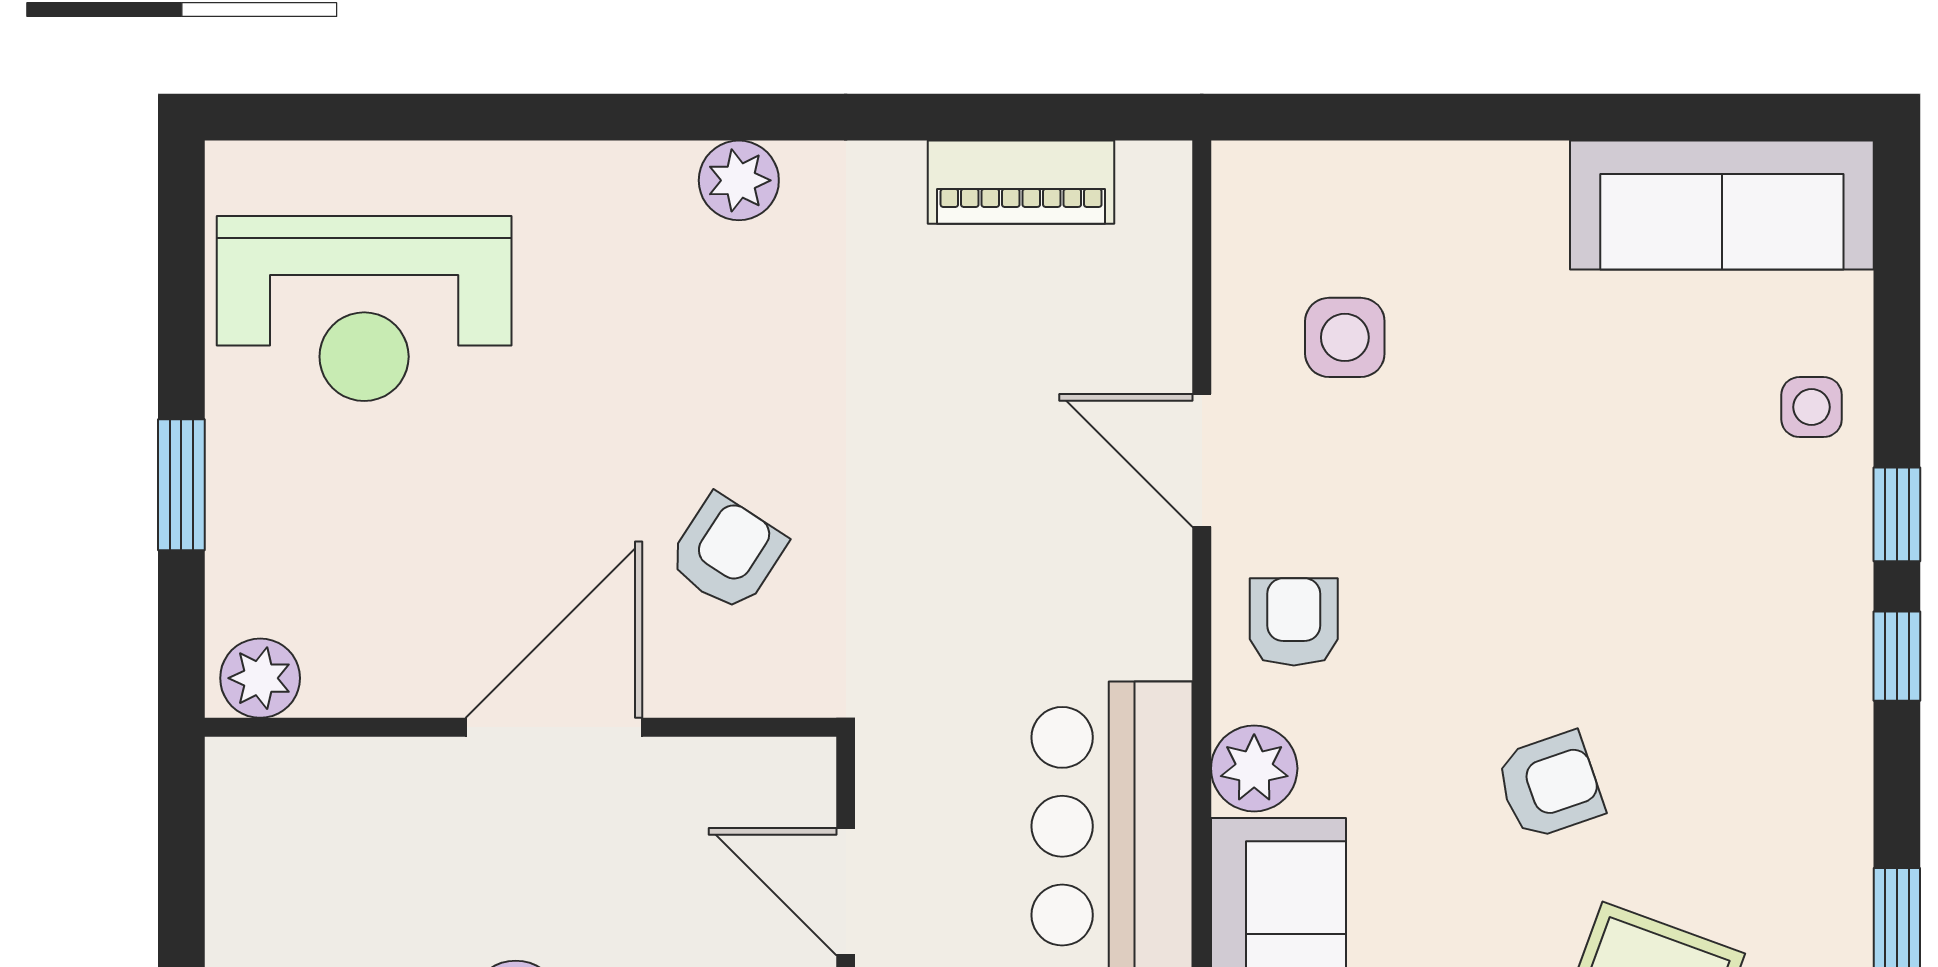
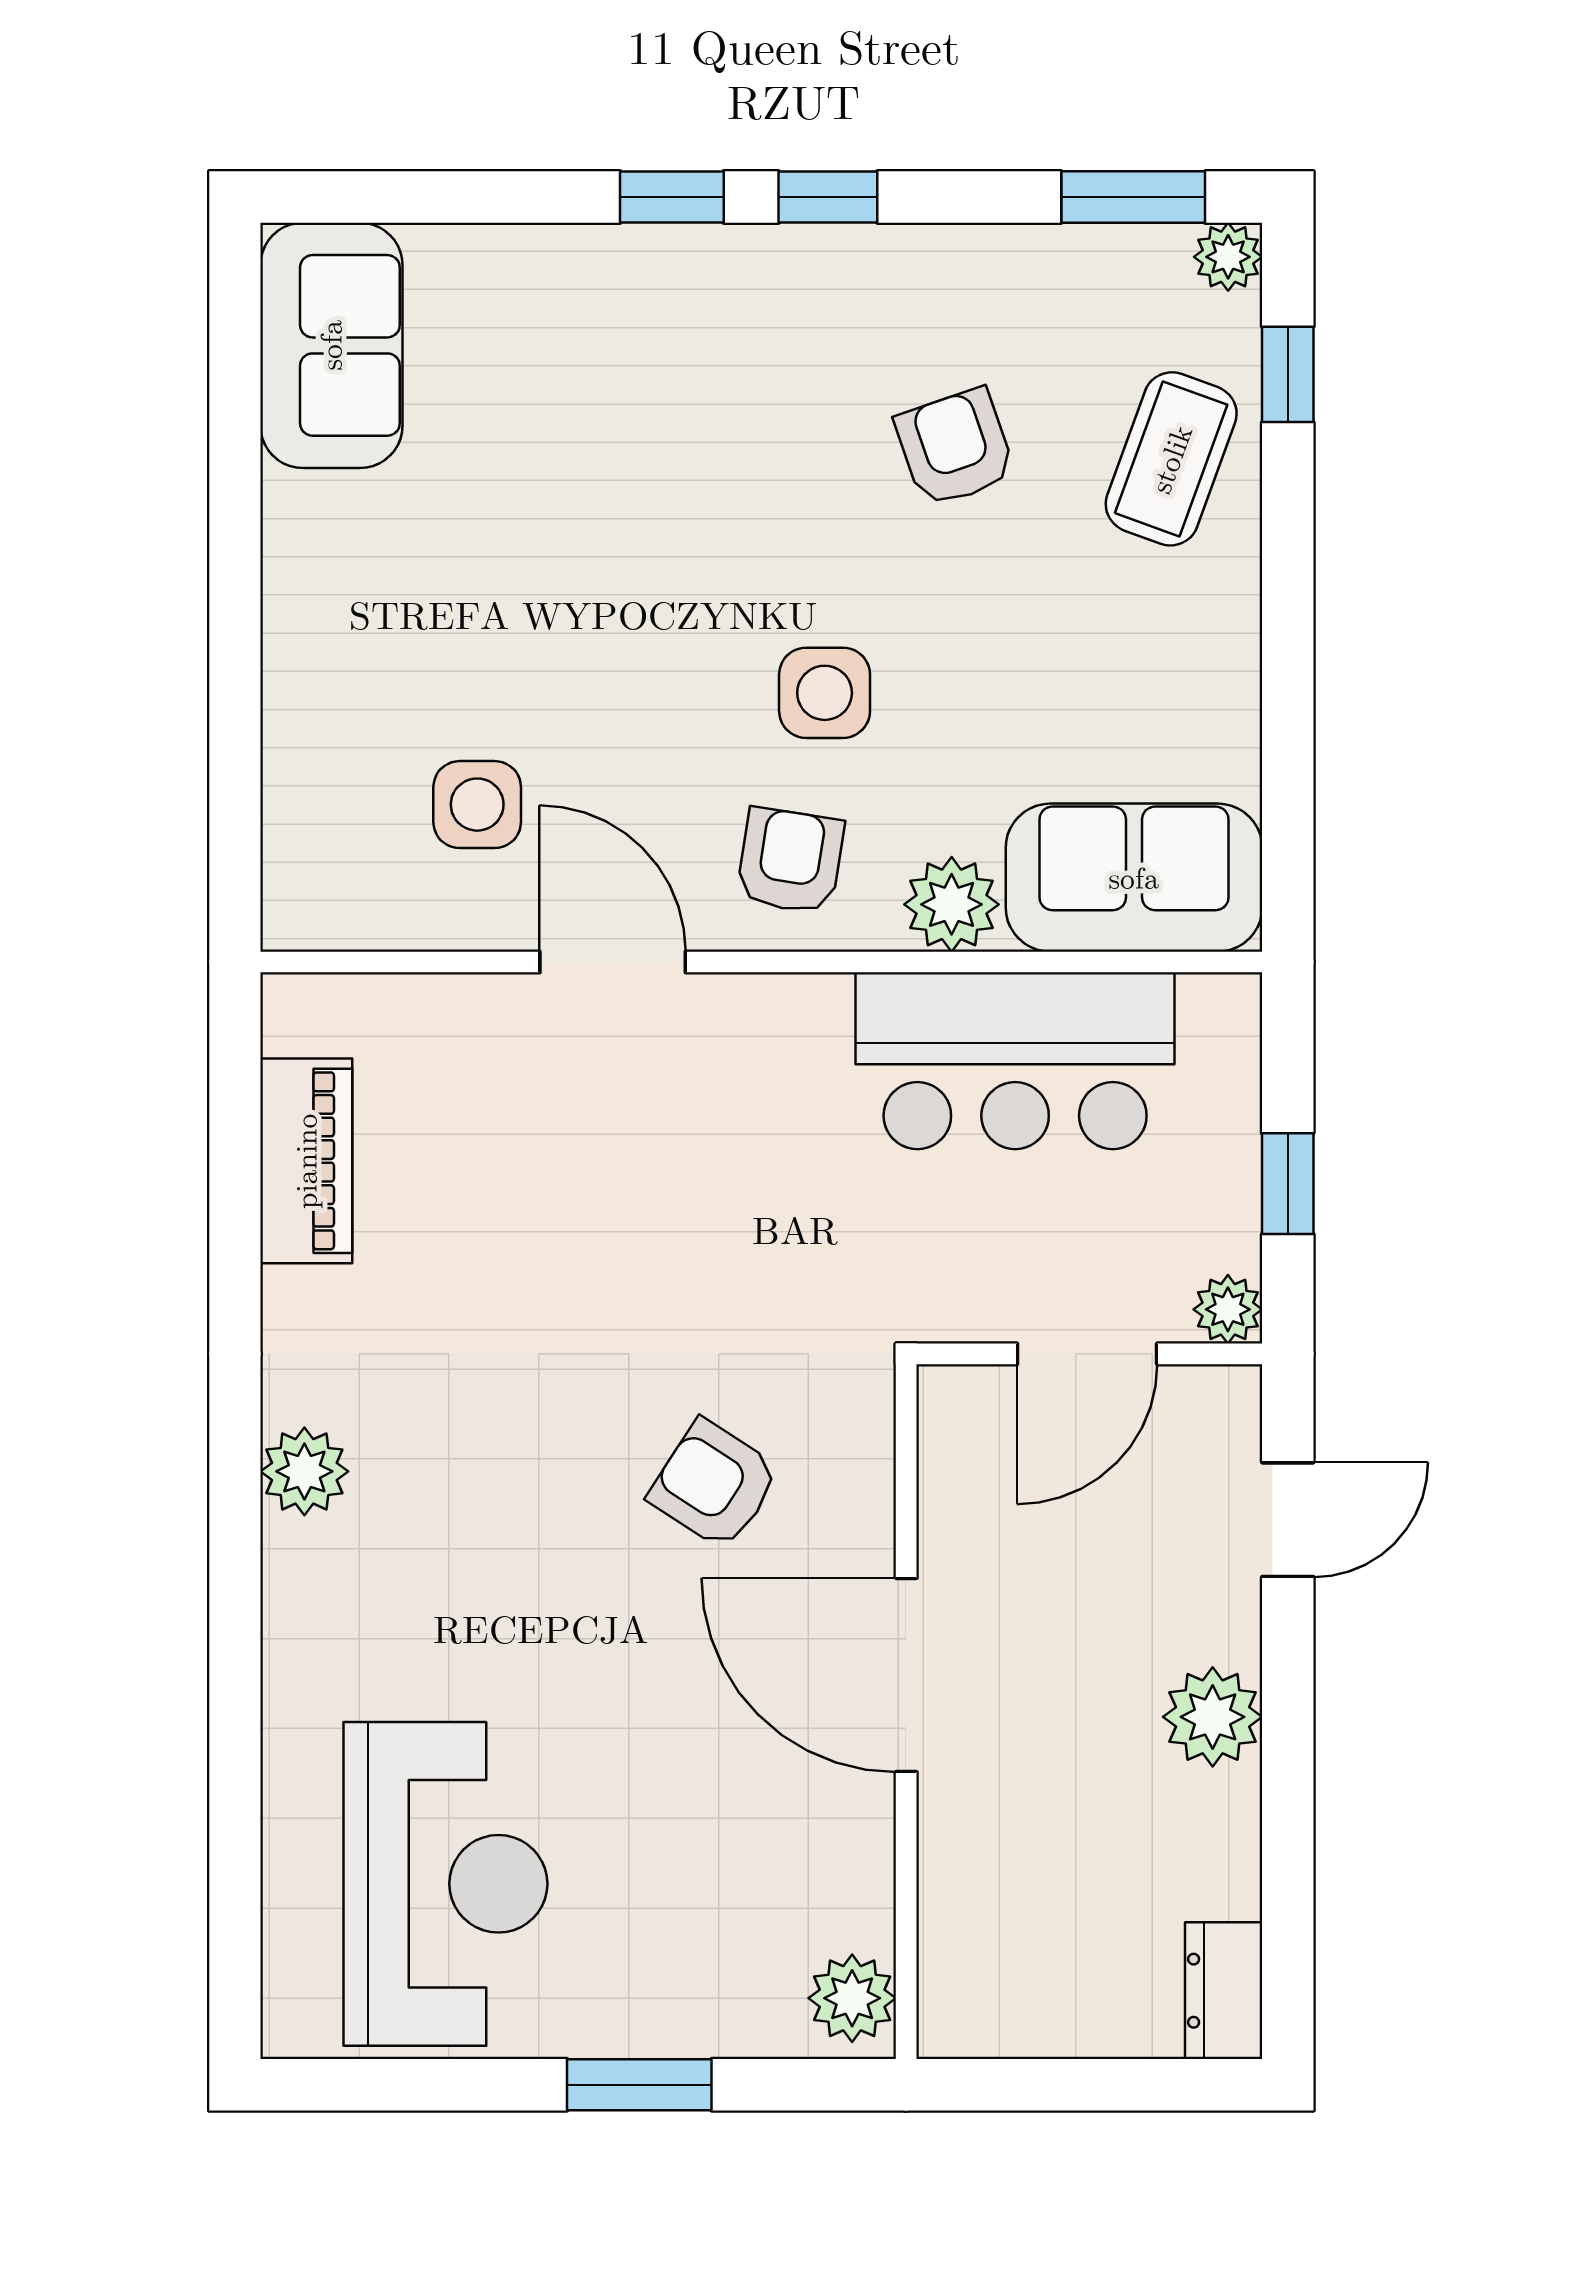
sofa: (1722, 205) -> (331, 345), width x0.73
side table: (1812, 407) -> (825, 693), moved, width x1.37, depth x1.37
door: (1202, 460) -> (613, 962), swing flipped
armchair: (1294, 622) -> (790, 861), turned 99
armchair: (1550, 785) -> (955, 448), moved

